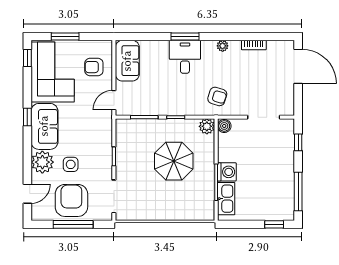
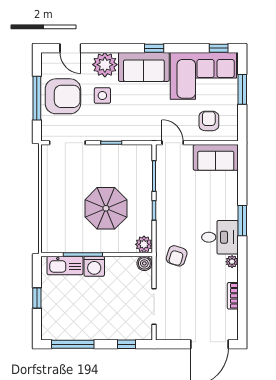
desk: (185, 57) -> (220, 237), moved
window: (274, 224) -> (37, 298), moved

